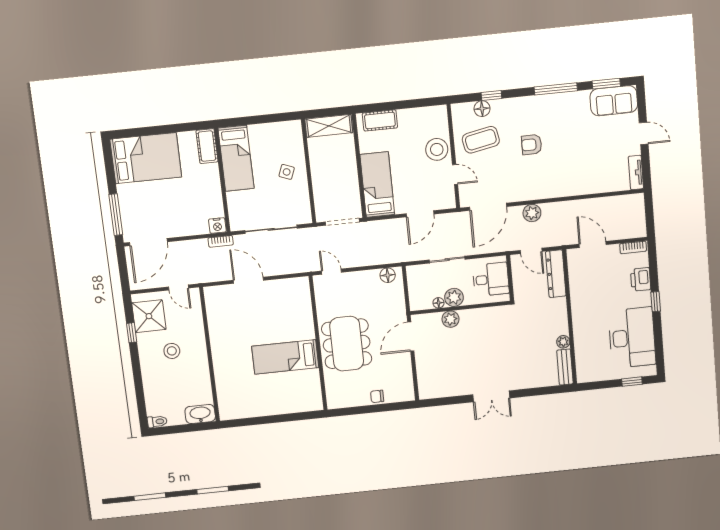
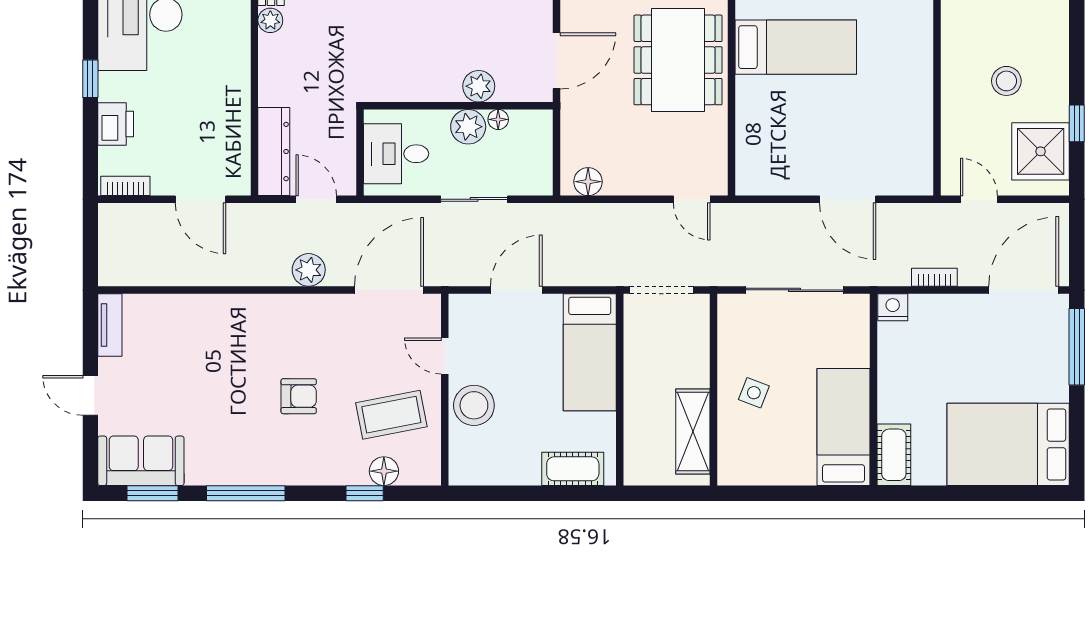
shelving: (329, 126) -> (693, 432), moved, turned 90
bookcase: (221, 241) -> (934, 277), moved

